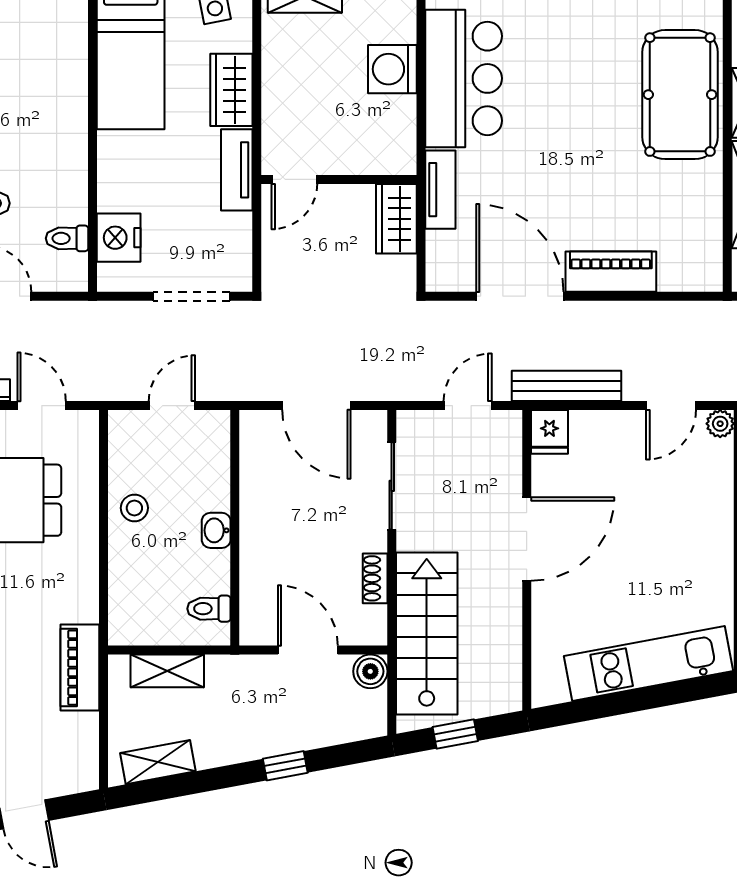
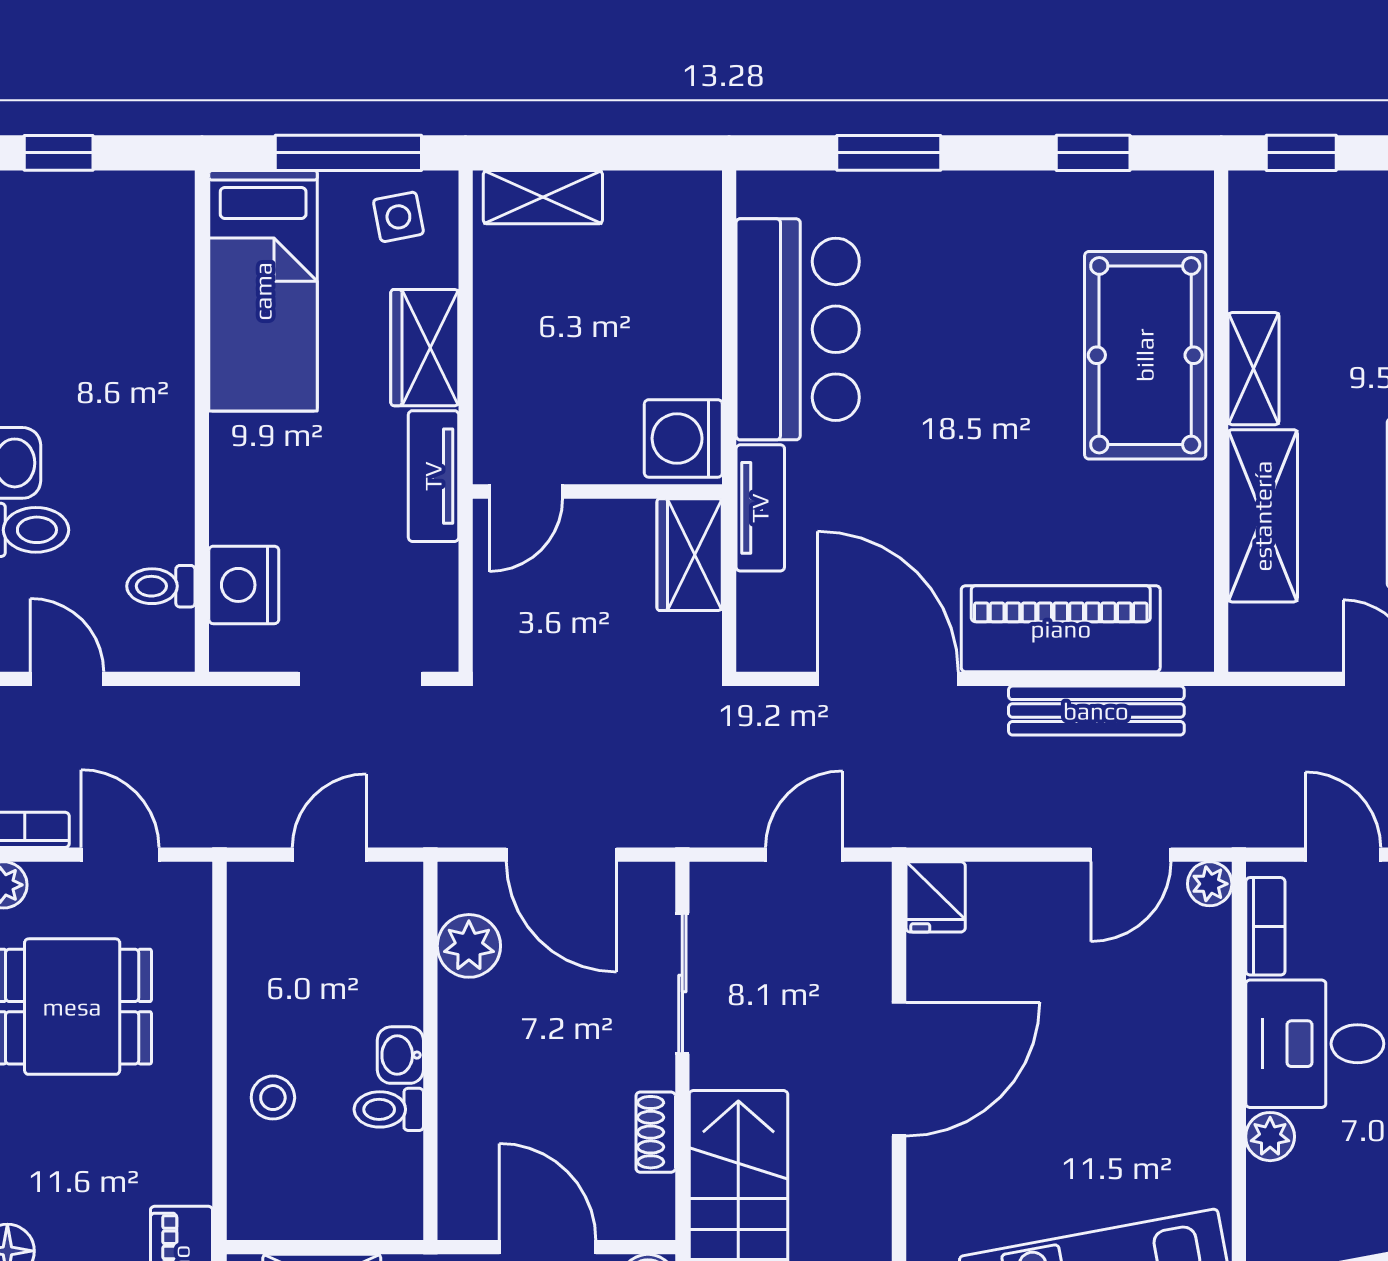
washing machine: (392, 69) -> (683, 438), moved
piano: (611, 272) -> (1061, 629), width x1.37, depth x1.33
bench: (567, 386) -> (1096, 711), moved
plant: (259, 462) -> (469, 946), added
stool: (134, 508) -> (273, 1098), moved
toilet: (209, 609) -> (389, 1109), moved

